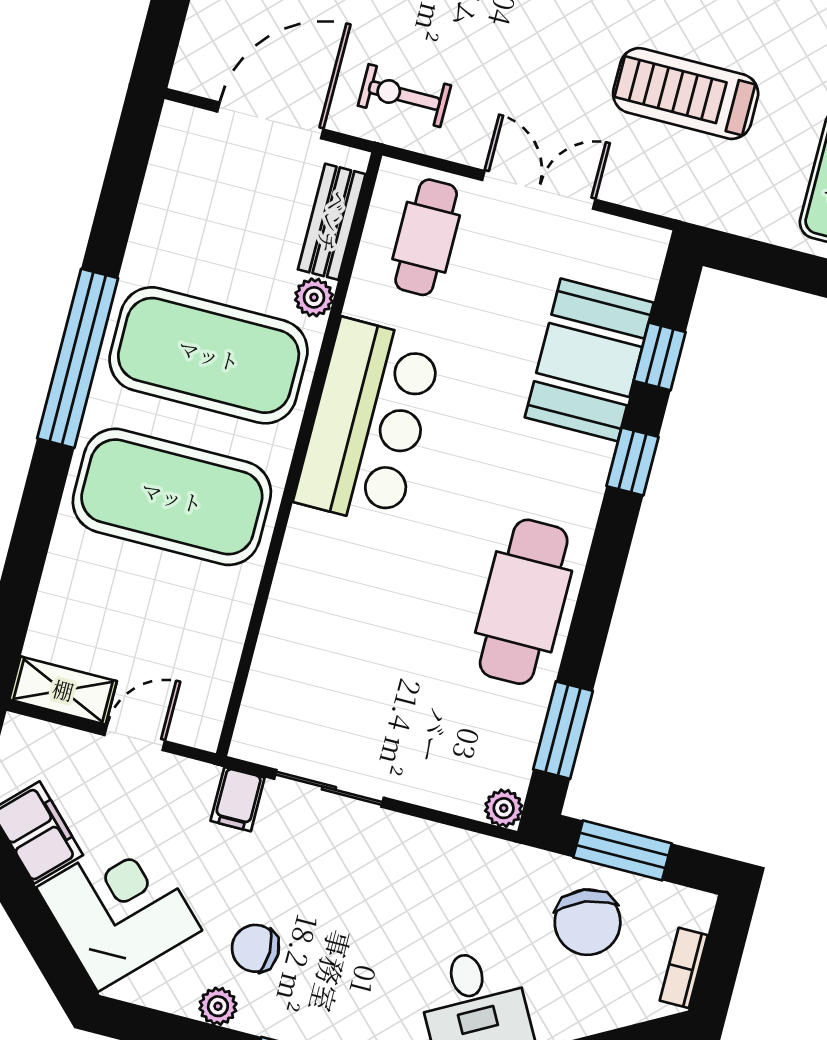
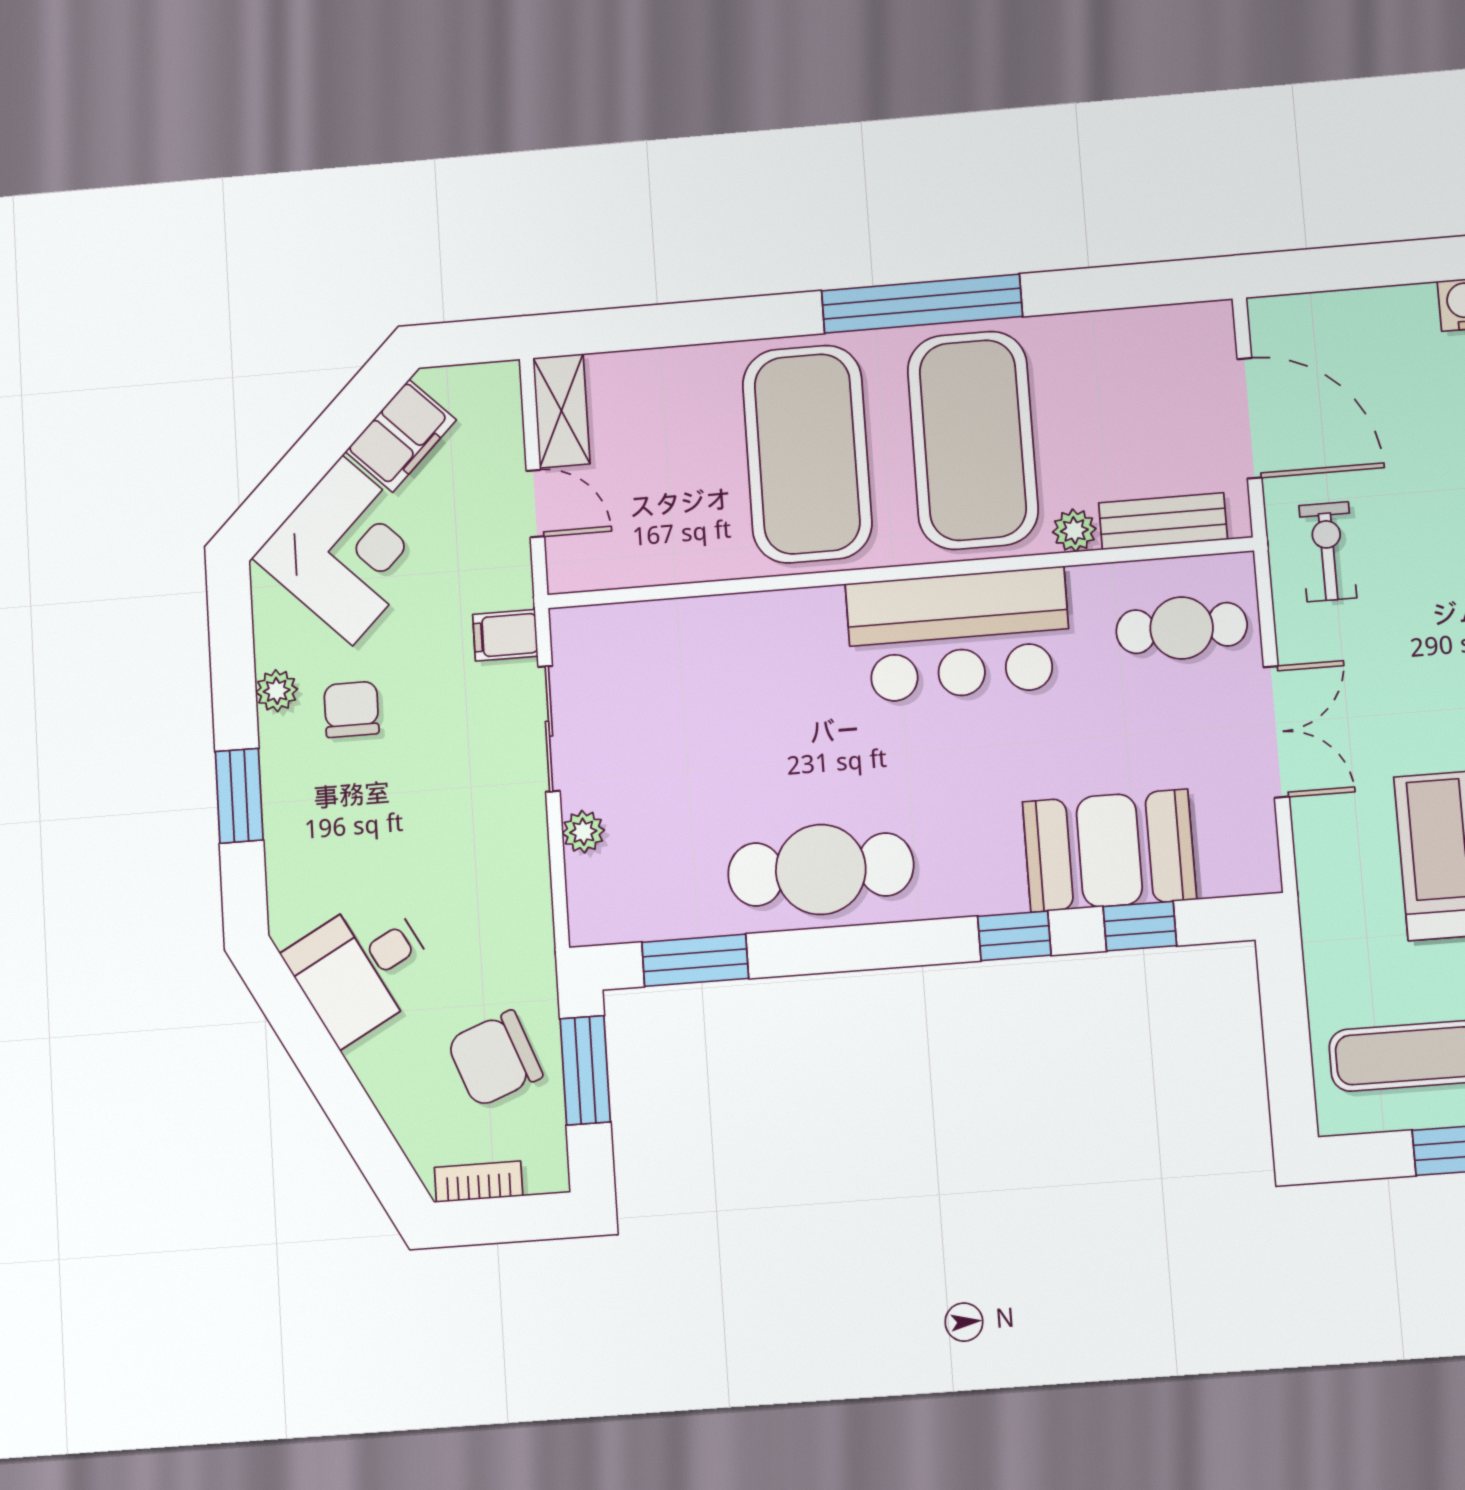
plant: (504, 808) -> (583, 832), moved

